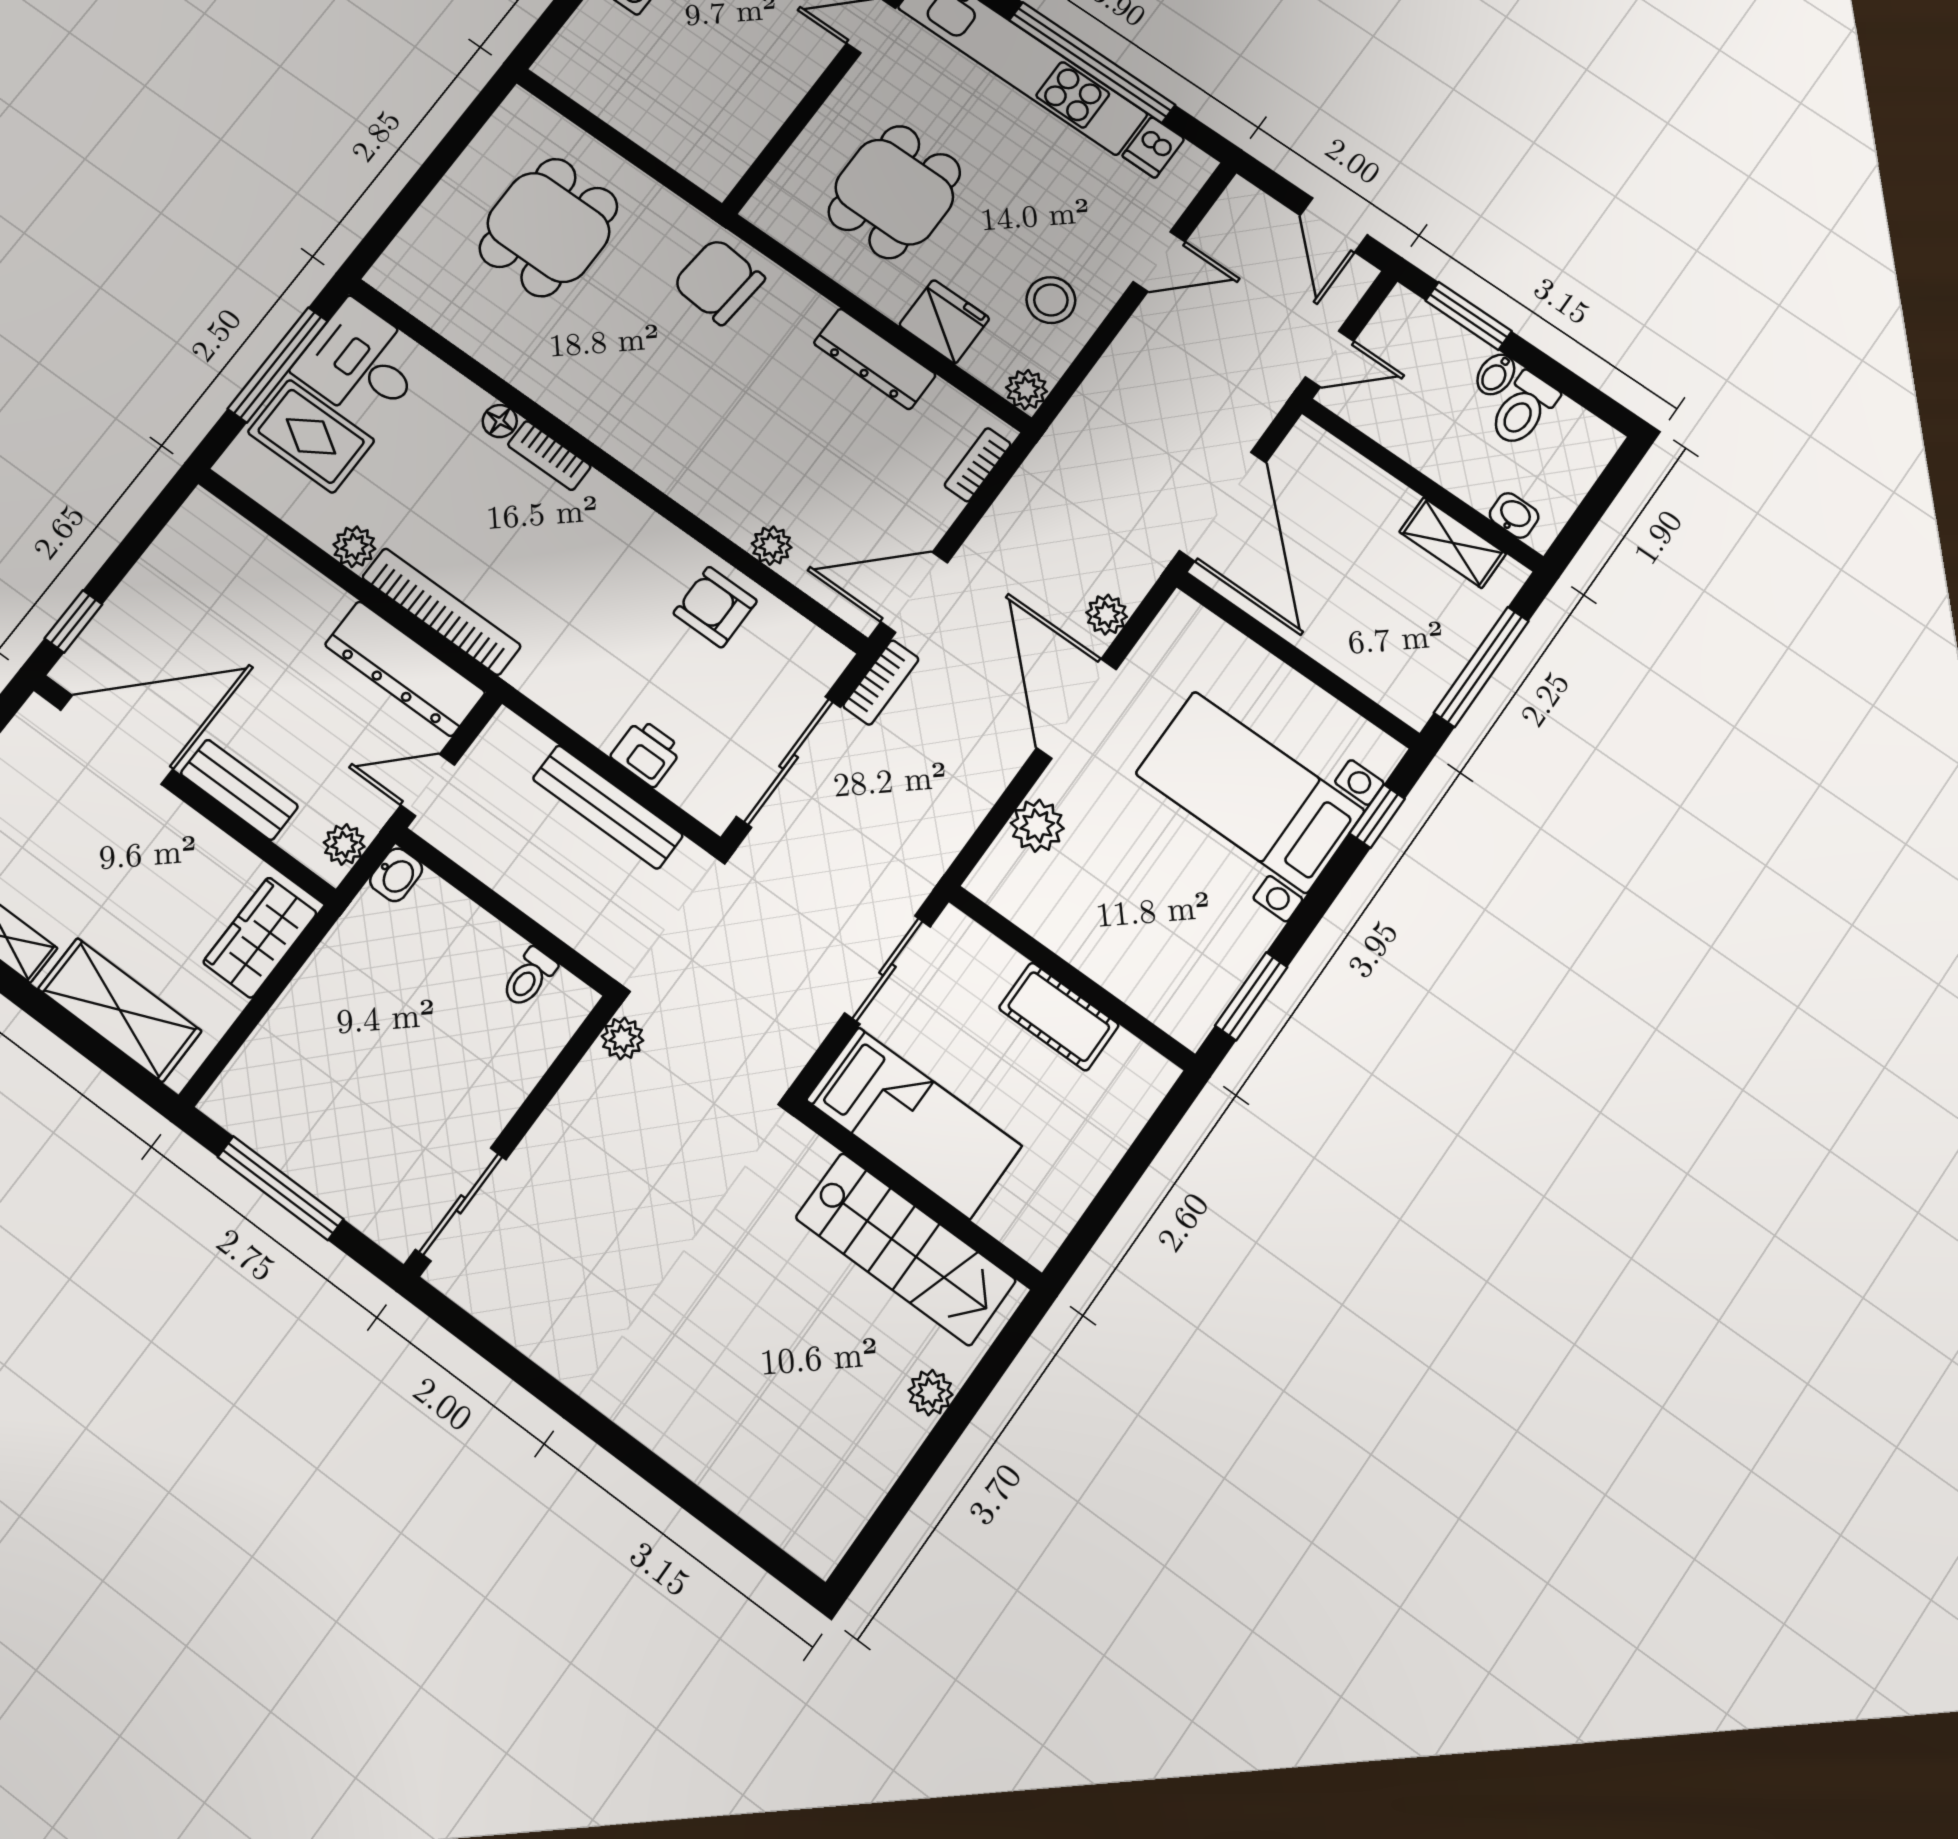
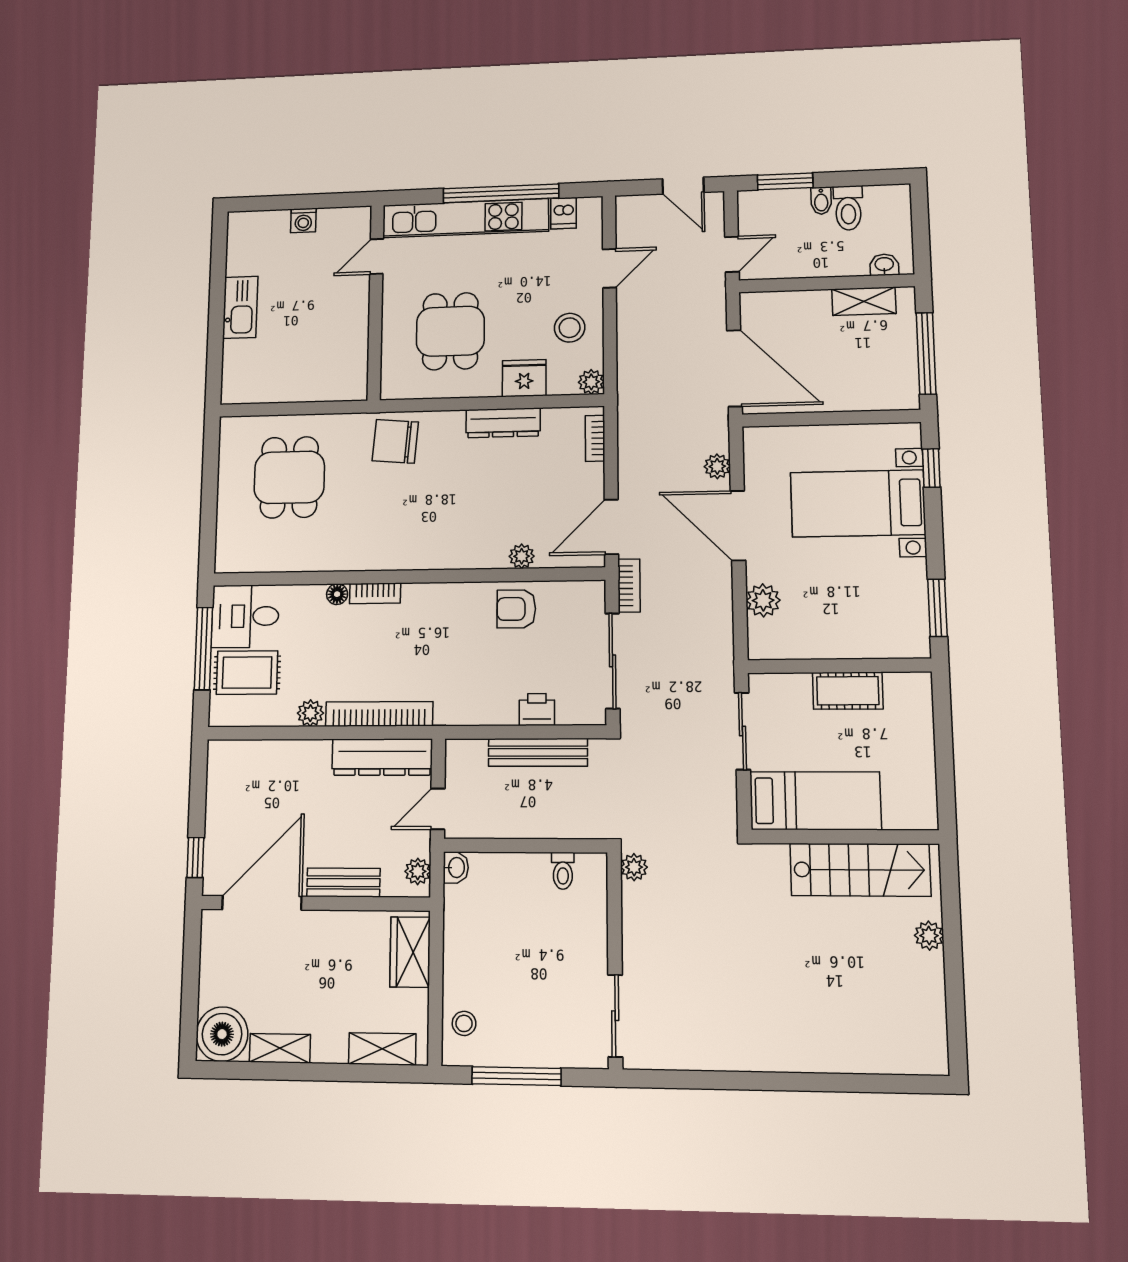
shelving: (120, 1010) -> (382, 1049), width x0.67, depth x0.75
stool: (263, 1075) -> (464, 1023), added

